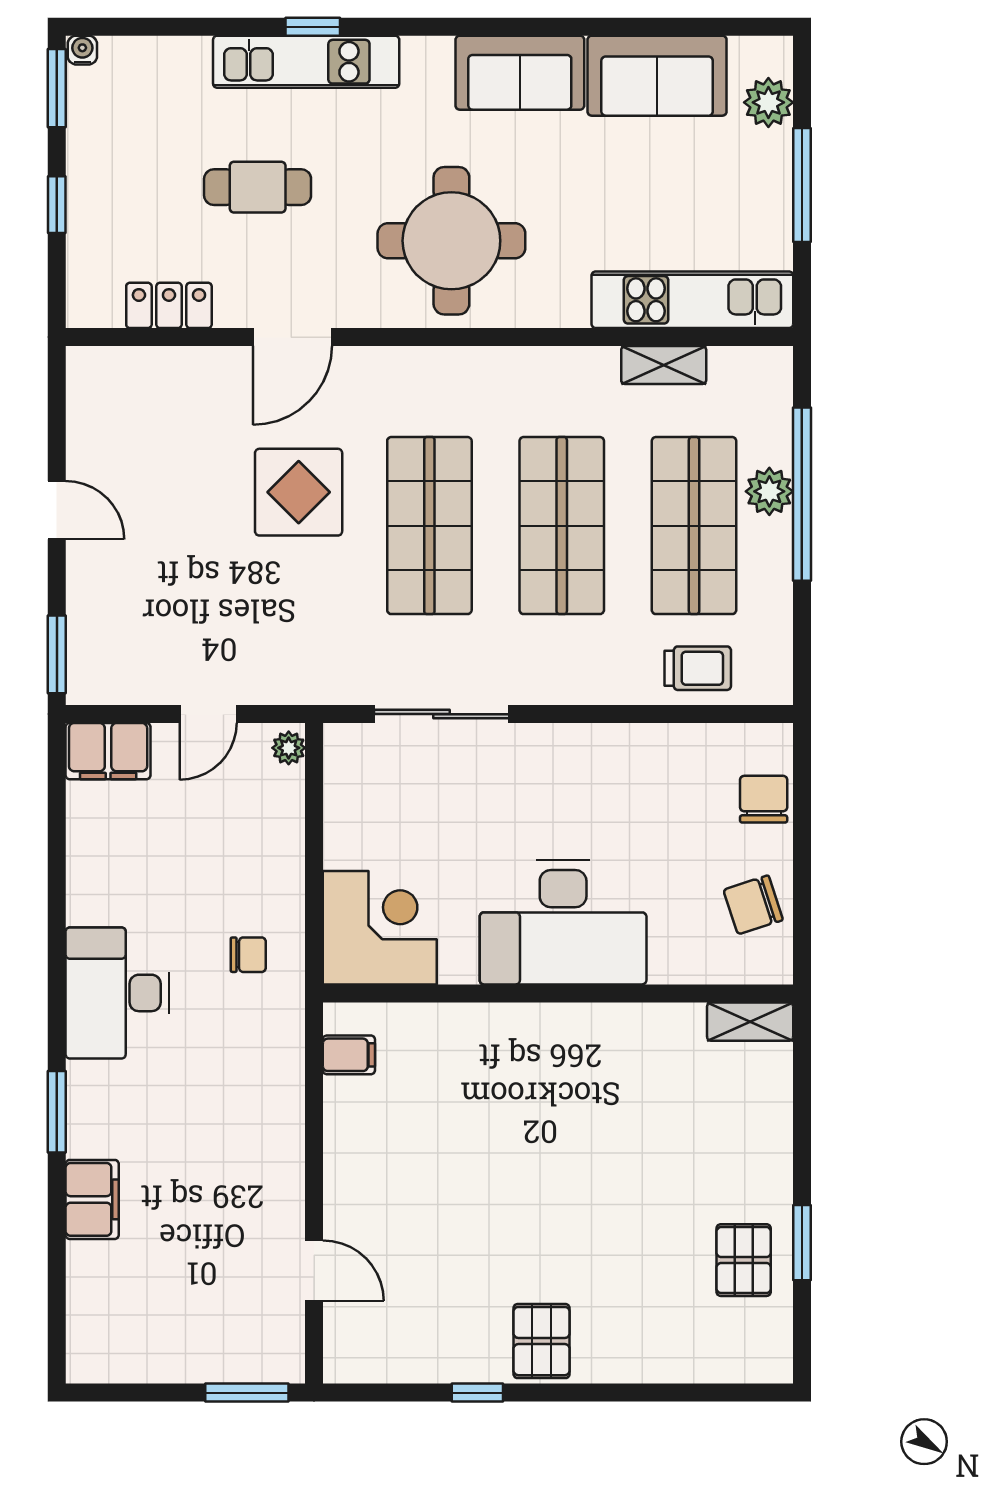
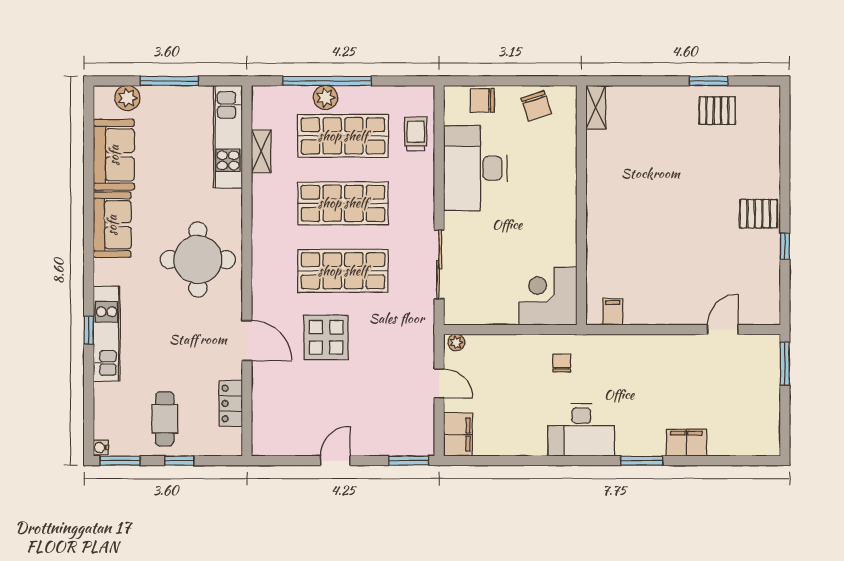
cafe table: (258, 187) -> (165, 419), moved
desk: (563, 922) -> (475, 168), moved, turned 180

